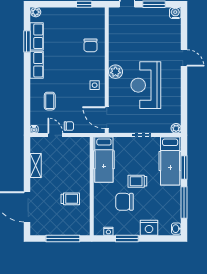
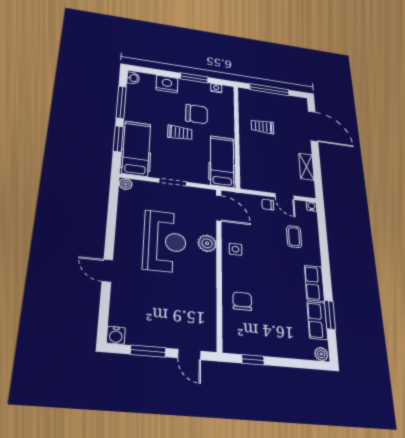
plant: (115, 72) -> (207, 243), moved

